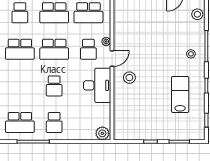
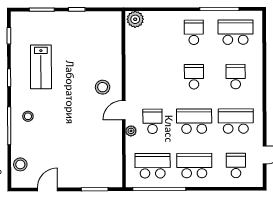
desk: (97, 85) -> (142, 78), removed
school desk: (20, 86) -> (236, 77), added

